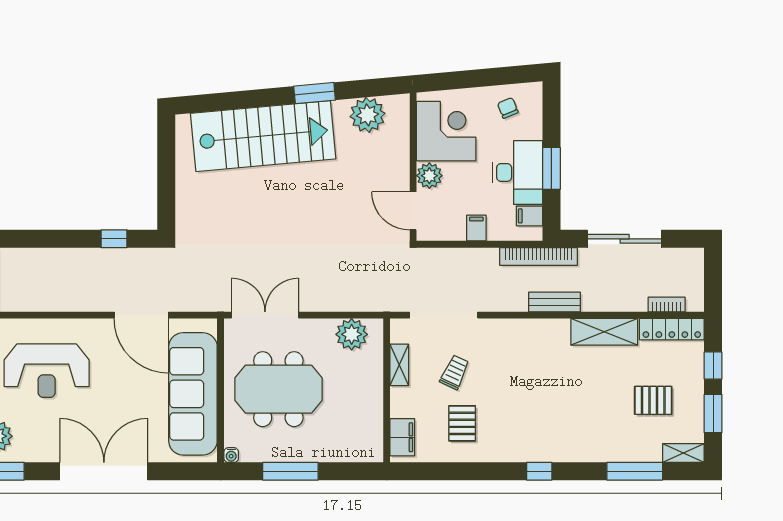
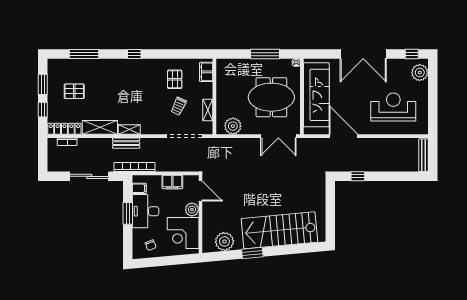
filing cabinet: (476, 228) -> (172, 182), width x2.00
shelving: (683, 453) -> (129, 130), moved

